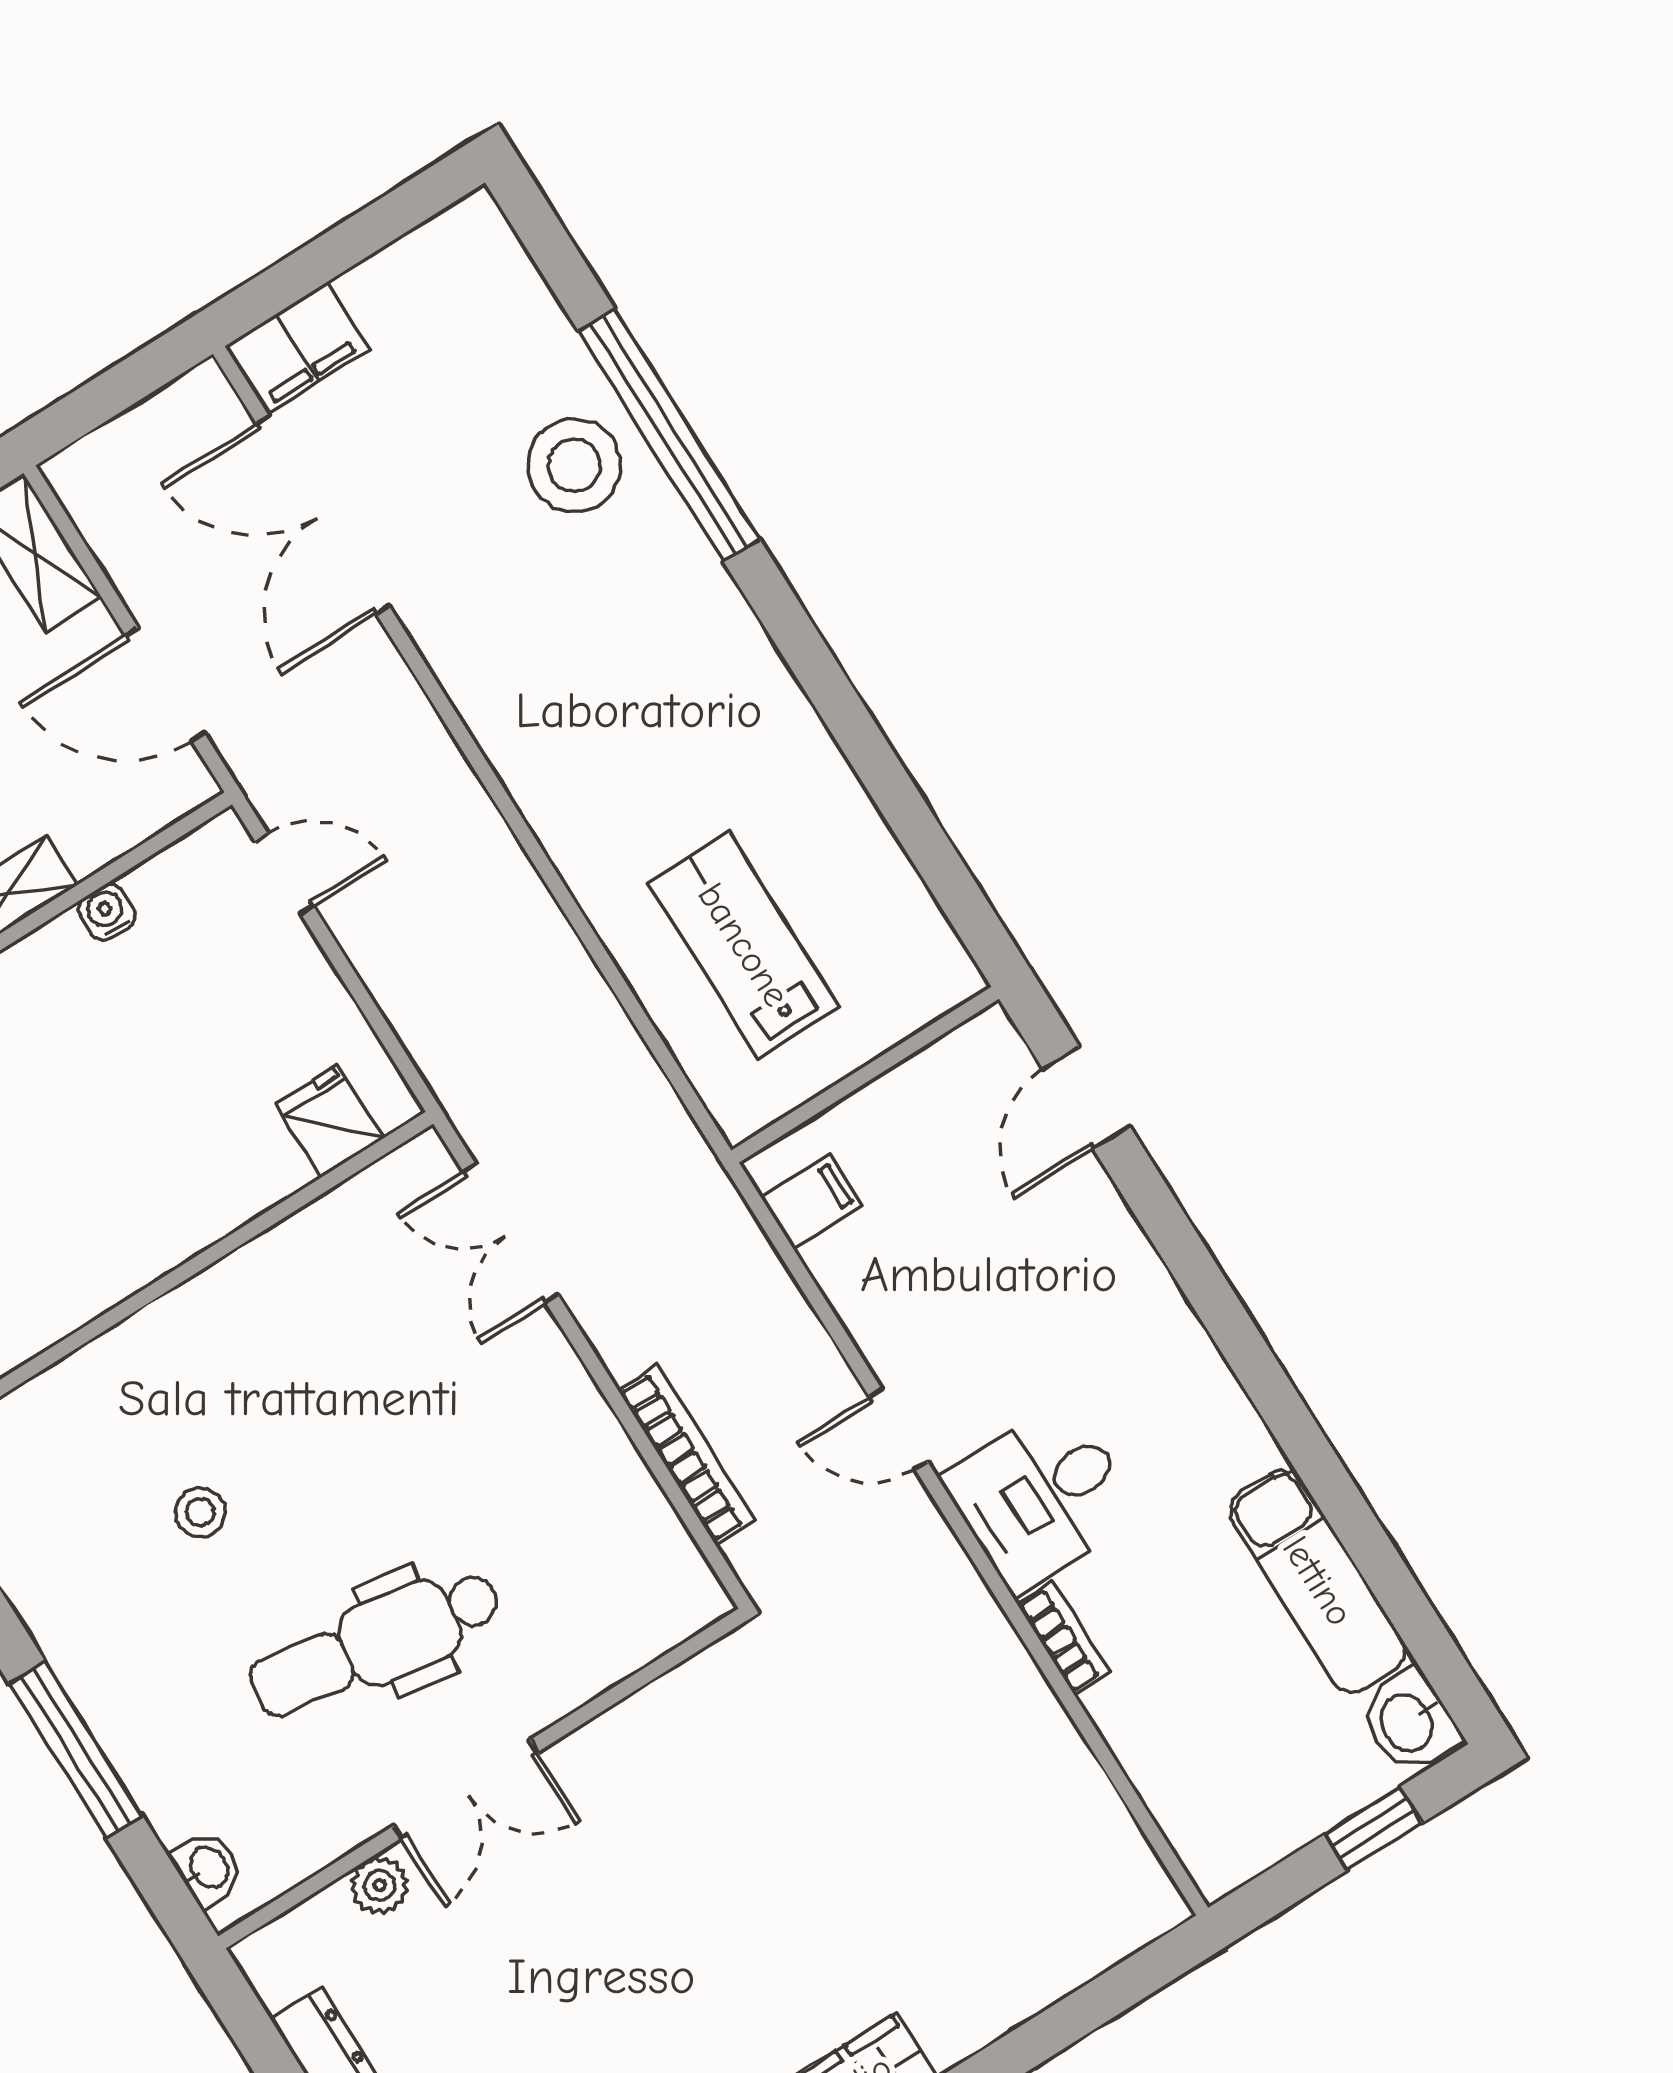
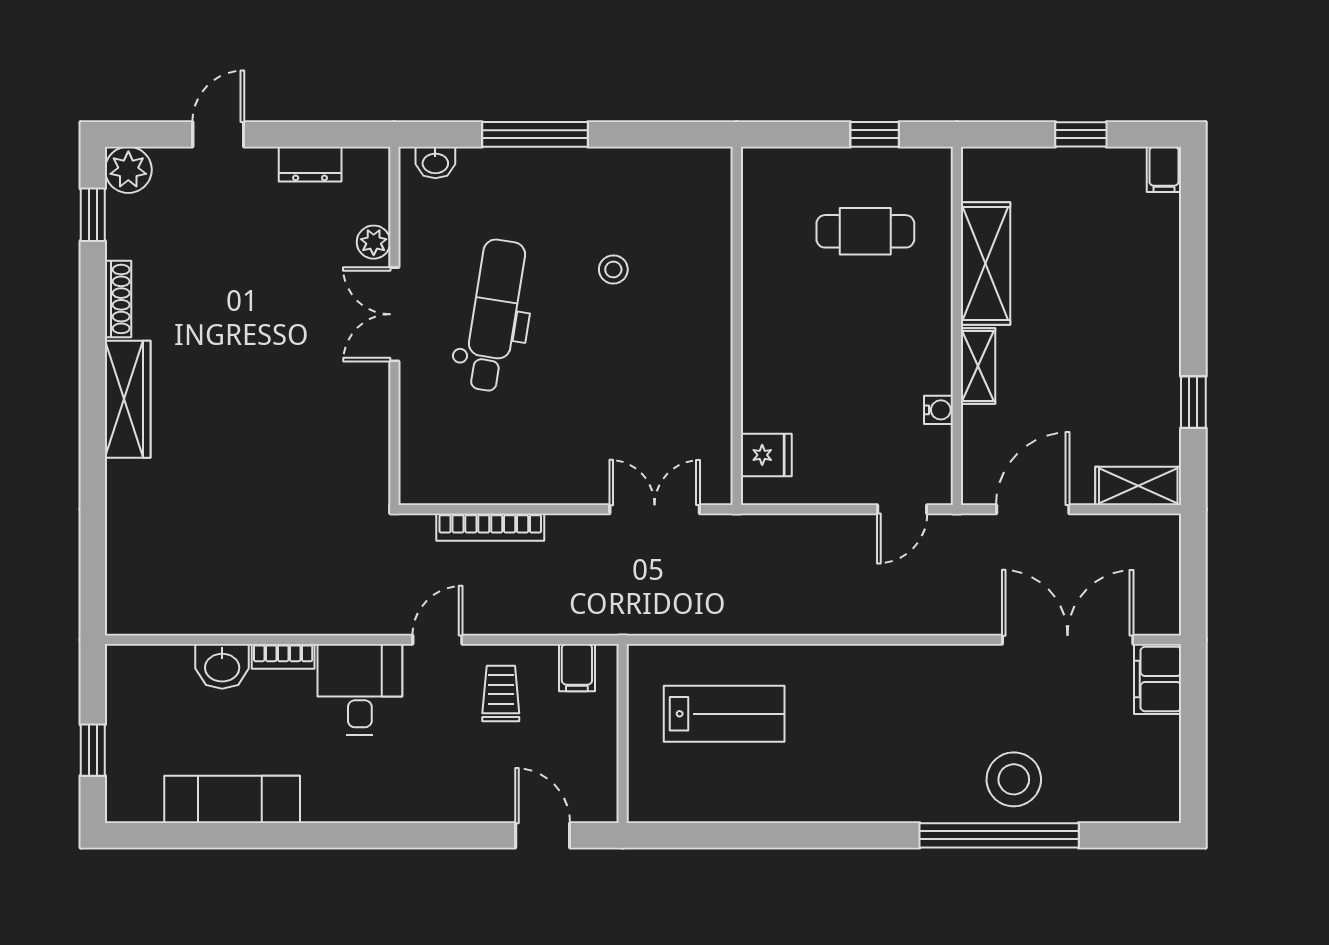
trolley: (919, 1288) -> (501, 694), added
washbasin: (1409, 1722) -> (222, 666), moved, turned 180

